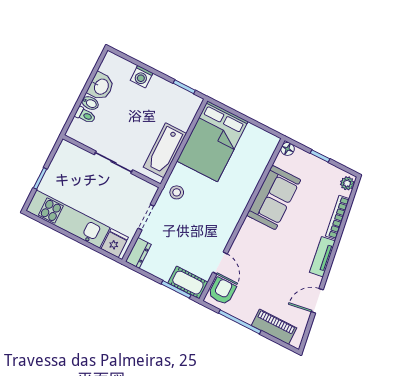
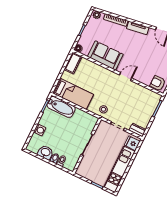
bed: (212, 141) -> (73, 94), width x0.67
bathtub: (165, 150) -> (61, 107), moved
door: (220, 263) -> (126, 77), moved
cot: (188, 283) -> (73, 63), moved

